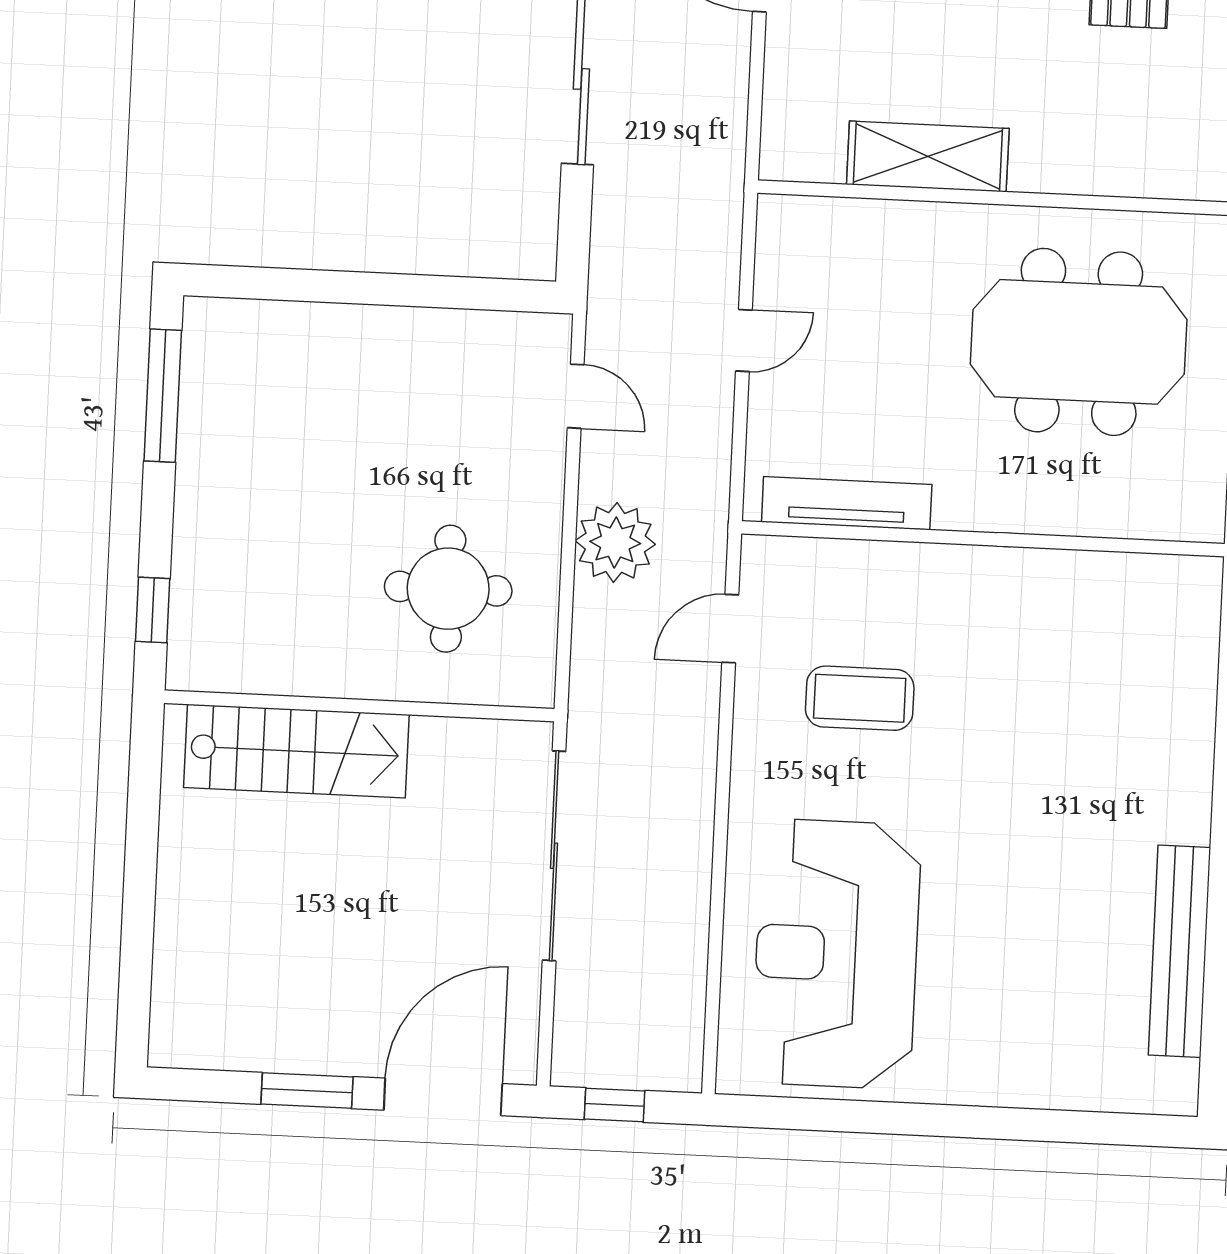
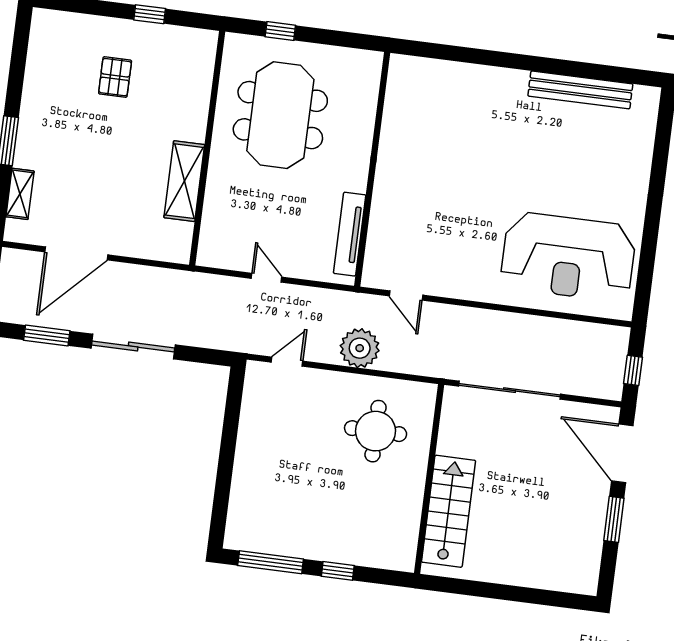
window: (153, 610) -> (338, 571), moved
coffee table: (860, 698) -> (445, 235), removed

